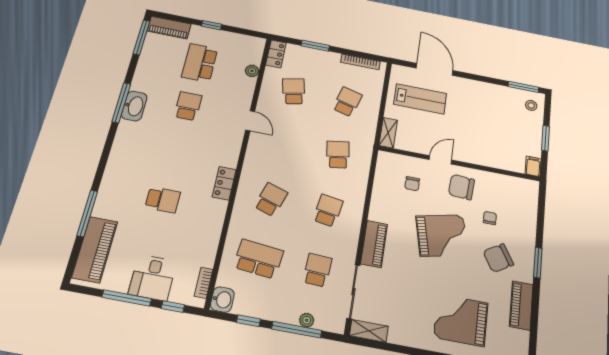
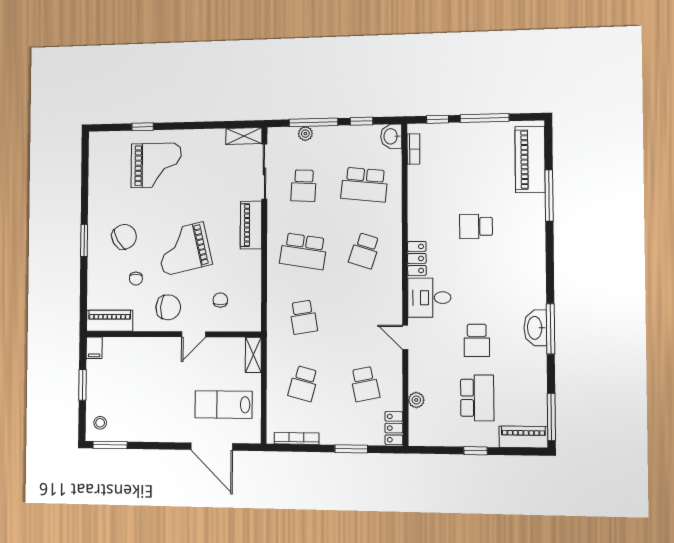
school desk: (328, 210) -> (303, 251), width x1.85
desk: (153, 278) -> (429, 298), moved, turned -90
piano: (521, 305) -> (110, 321), moved, turned -90

